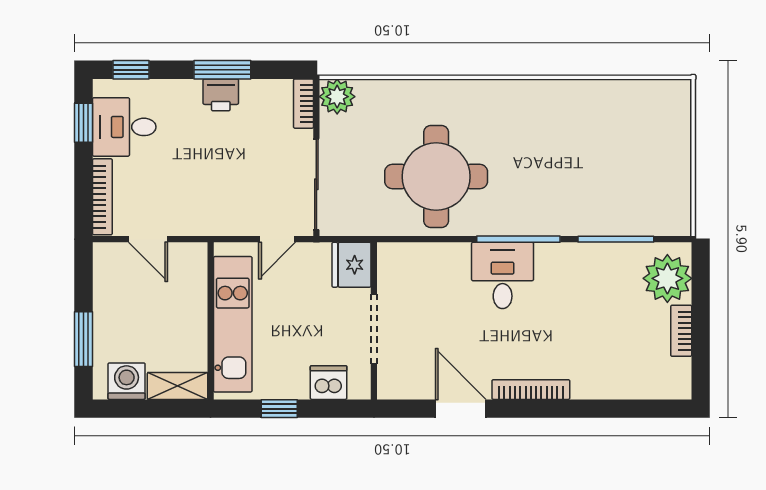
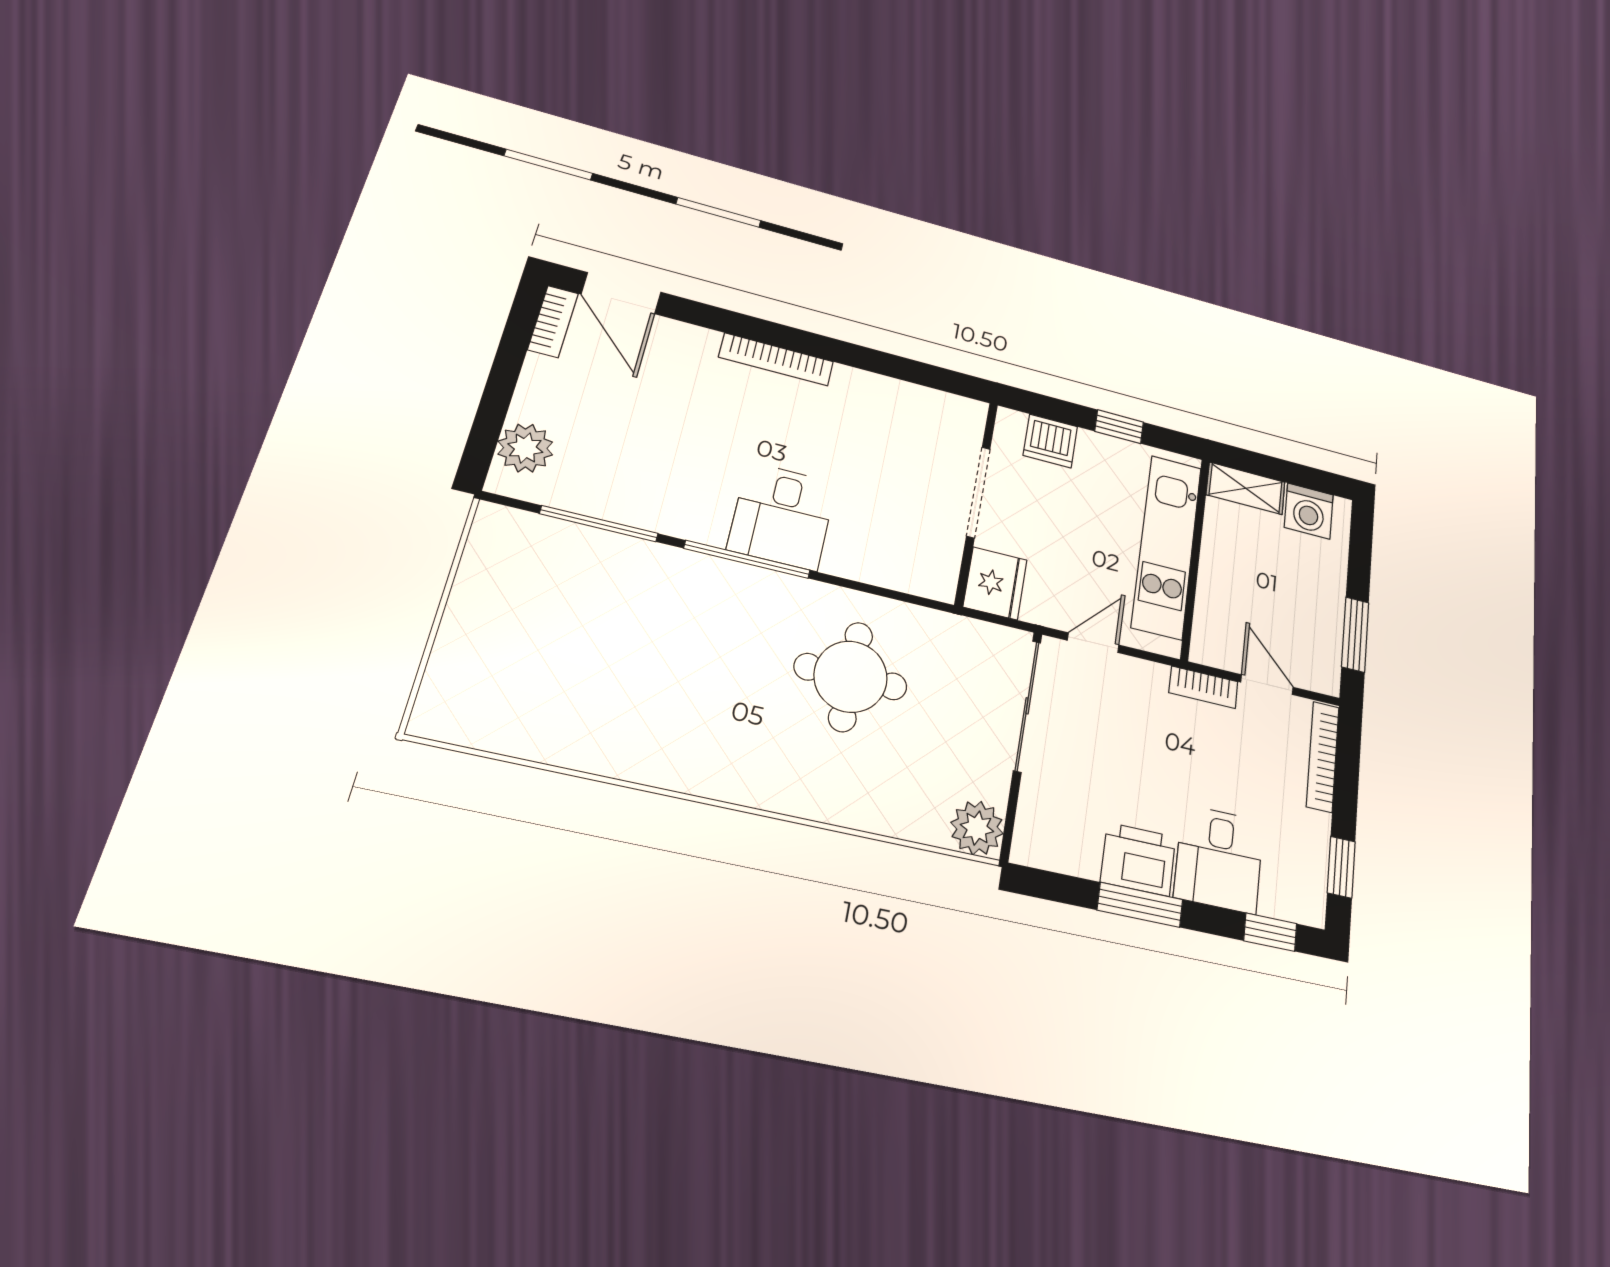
printer: (221, 95) -> (1138, 859), width x1.36, depth x1.24
bookcase: (304, 104) -> (1203, 687), moved, turned 90
desk: (124, 127) -> (1219, 859), moved, turned 90
round table: (436, 177) -> (851, 677), width x0.73, depth x0.73
plant: (667, 278) -> (525, 448), width x0.73, depth x0.73
bookcase: (681, 331) -> (553, 321), moved
window: (84, 339) -> (1355, 634), moved
door: (461, 409) -> (621, 293), moved

